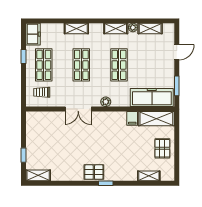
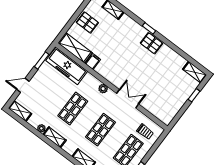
shelving: (150, 29) -> (20, 111), moved
pallet: (162, 148) -> (87, 22), turned 90

